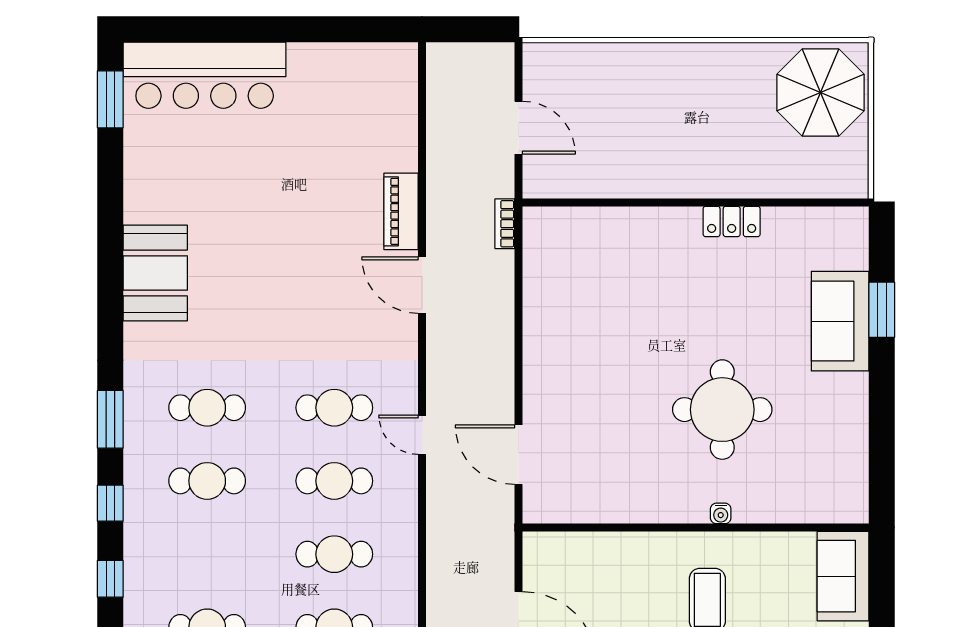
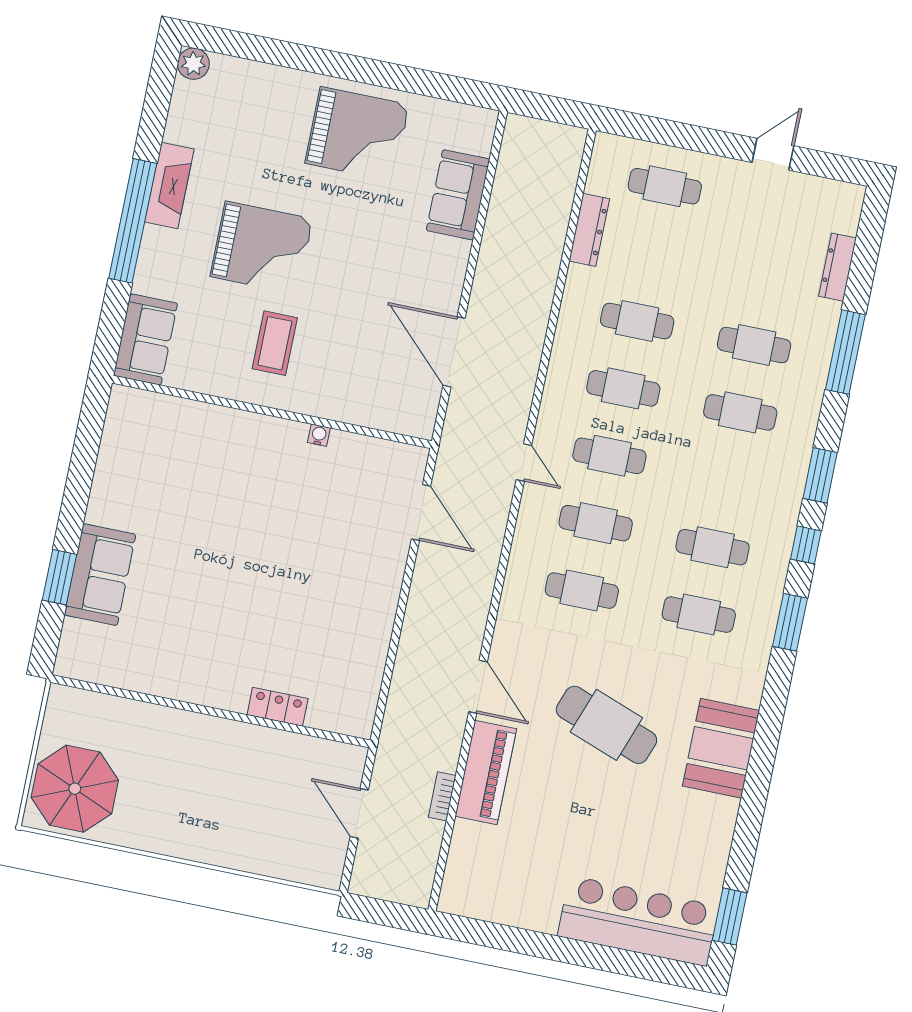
piano: (401, 211) -> (486, 773), width x1.37, depth x1.33
locker: (732, 221) -> (278, 707), moved
bookcase: (505, 224) -> (442, 796), moved, turned 180
cafe table: (280, 273) -> (606, 725), added
round table: (722, 410) -> (225, 516), removed
door: (422, 435) -> (524, 463), moved
water cooler: (721, 513) -> (319, 435), moved
window: (110, 579) -> (820, 475), width x1.50

